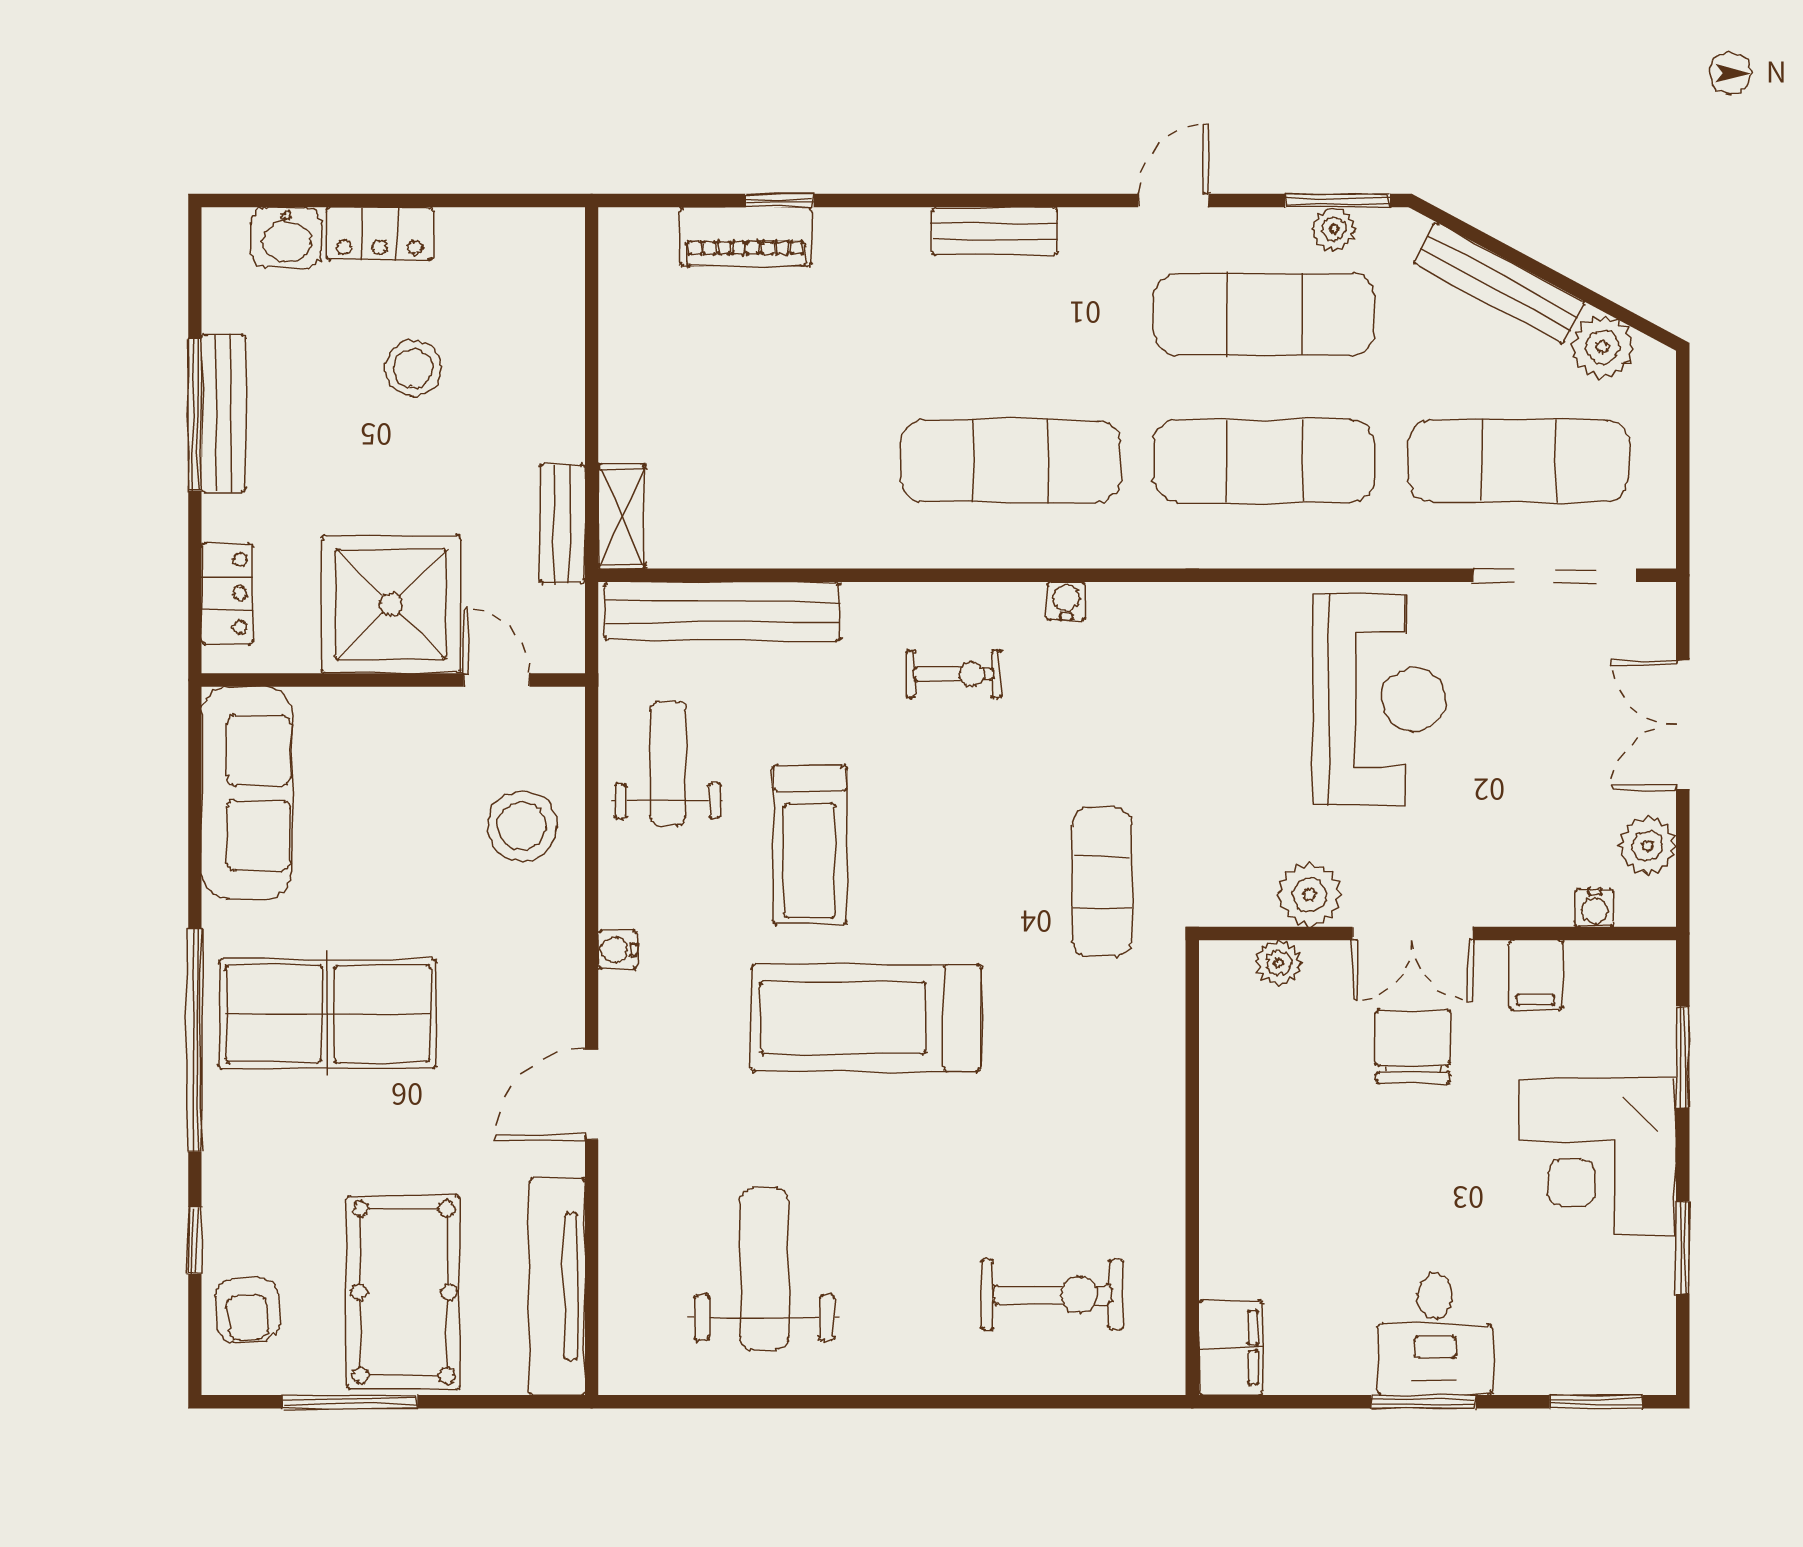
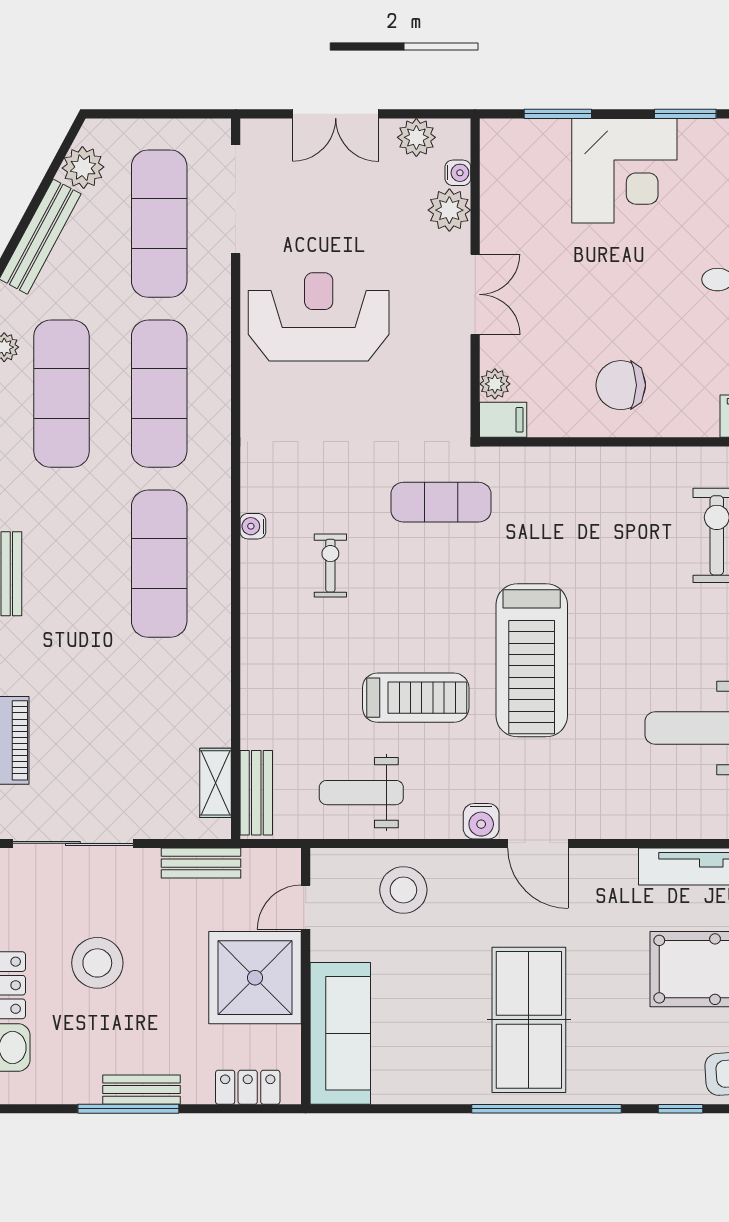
sliding door: (592, 332) -> (73, 843), added
stool: (413, 368) -> (97, 963), width x1.38, depth x1.38
bench: (224, 413) -> (141, 1090), width x0.73
shelving: (622, 517) -> (216, 783), moved, turned 90
bench: (722, 611) -> (256, 793), width x0.54, depth x0.82
exercise bike: (954, 674) -> (330, 566), moved
sofa: (247, 793) -> (340, 1033), moved, turned 90
plant: (1309, 895) -> (449, 210), moved
water cooler: (618, 950) -> (481, 821), width x1.38, depth x1.38
filing cabinet: (1536, 975) -> (503, 420), moved
chair: (1413, 1047) -> (621, 385), moved
door: (592, 1094) -> (538, 843), moved

